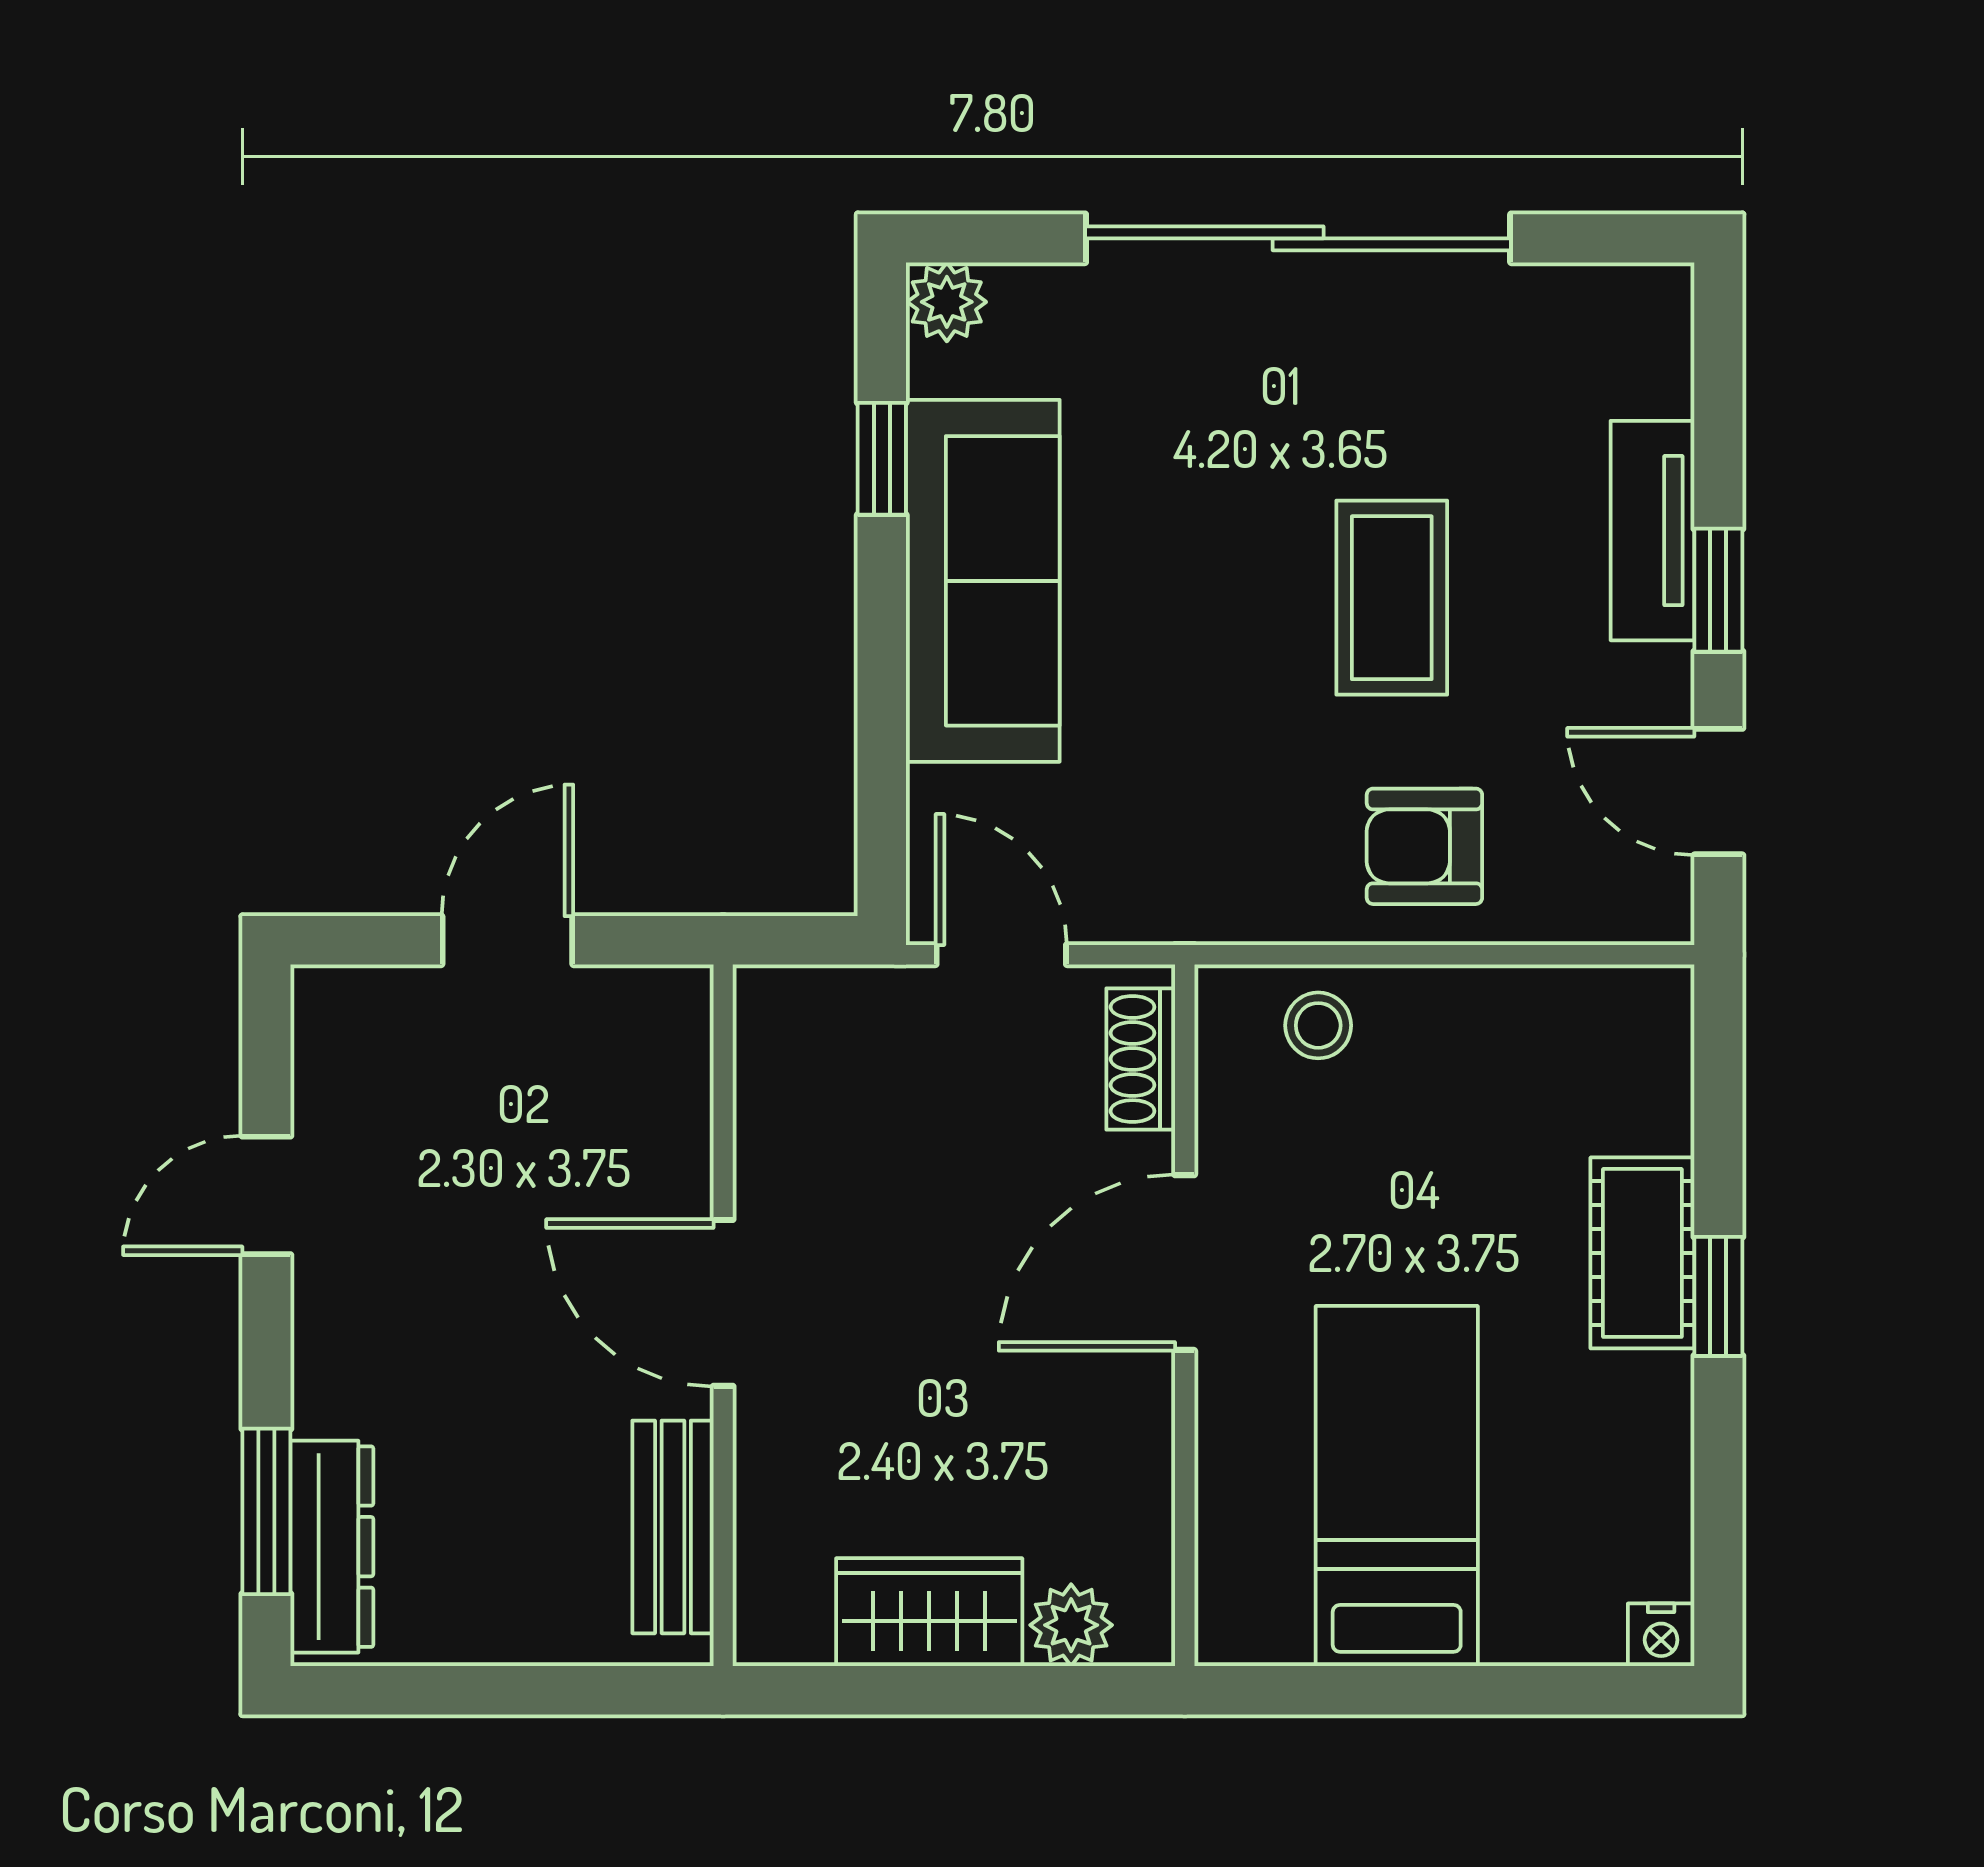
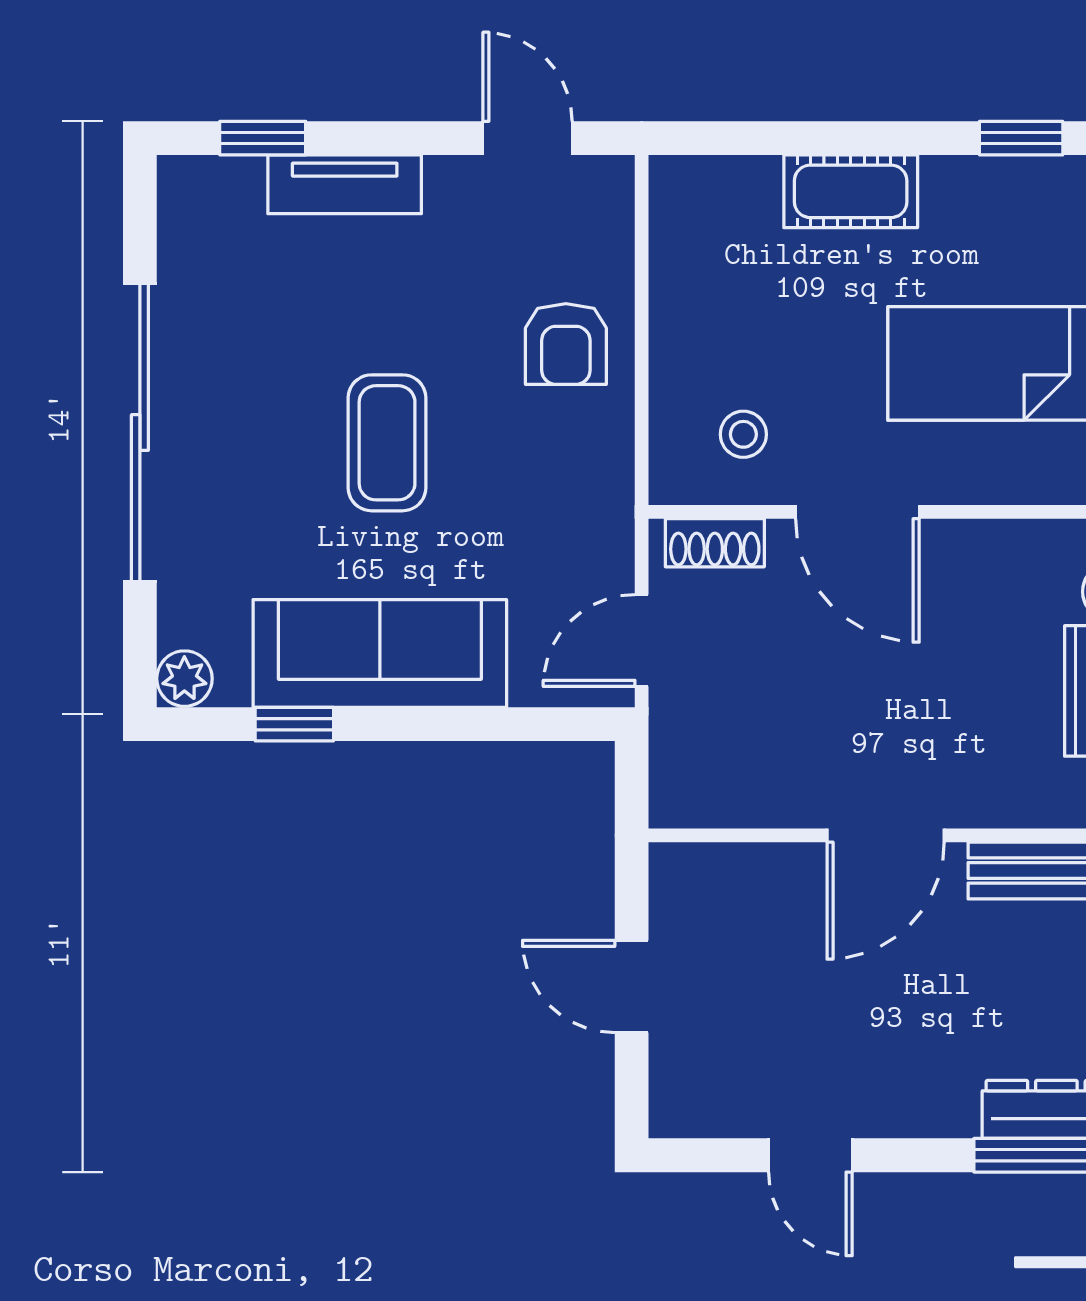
window: (1718, 590) -> (263, 138), moved
coffee table: (1392, 598) -> (387, 443), moved, turned 90
door: (1718, 792) -> (527, 138), swing flipped
stool: (1318, 1025) -> (743, 434), moved
window: (1718, 1296) -> (1021, 138), moved

